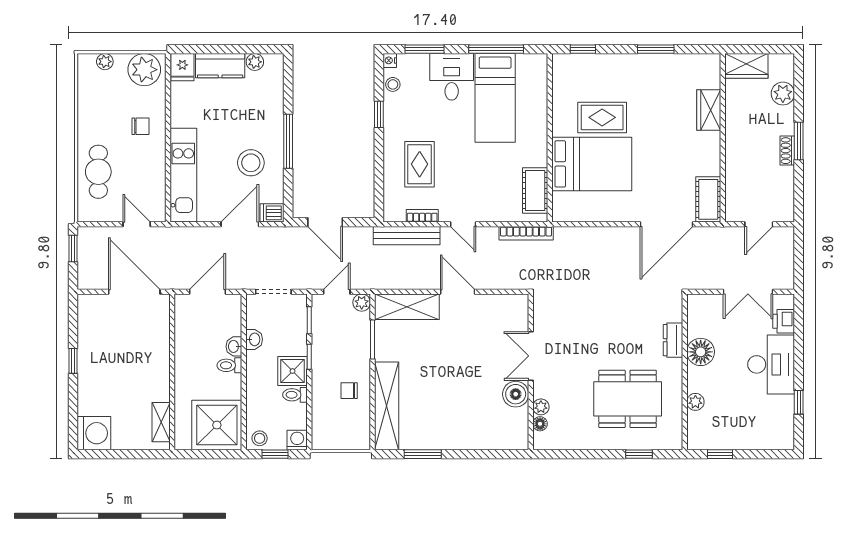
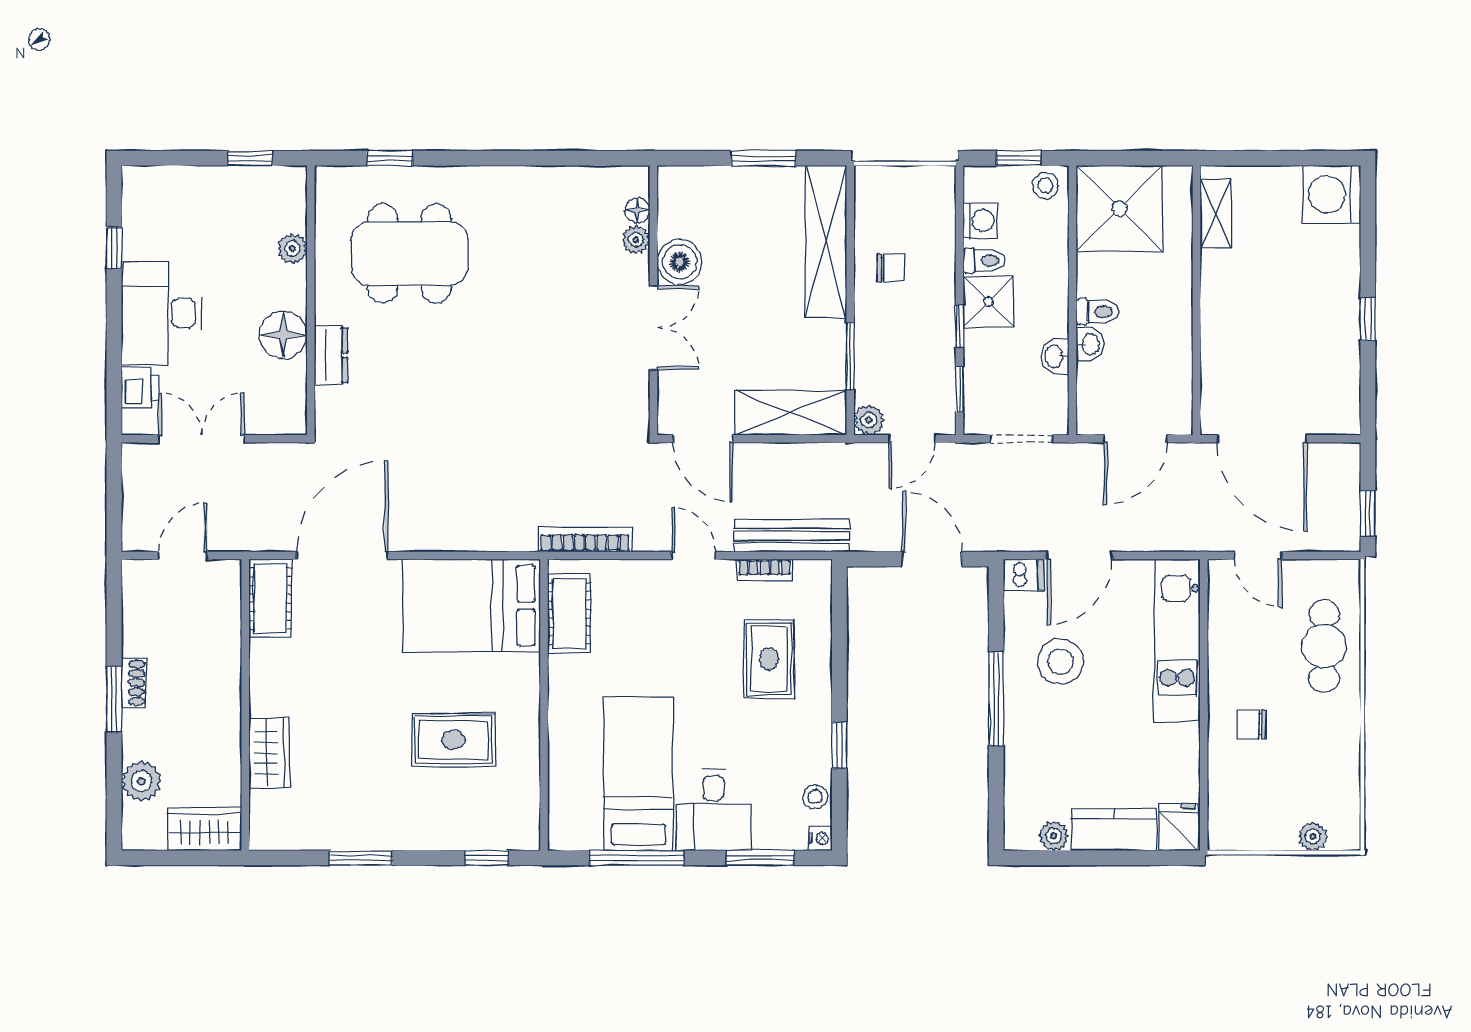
plant: (144, 70) -> (1245, 823), removed
bed: (592, 164) -> (472, 606), moved
double door: (531, 356) -> (653, 328), moved
wall: (531, 372) -> (653, 300), moved
boiler: (516, 394) -> (680, 262), moved
plant: (541, 407) -> (636, 240), moved
floor lamp: (540, 424) -> (637, 211), moved
washing machine: (297, 440) -> (980, 220), moved, turned -90

